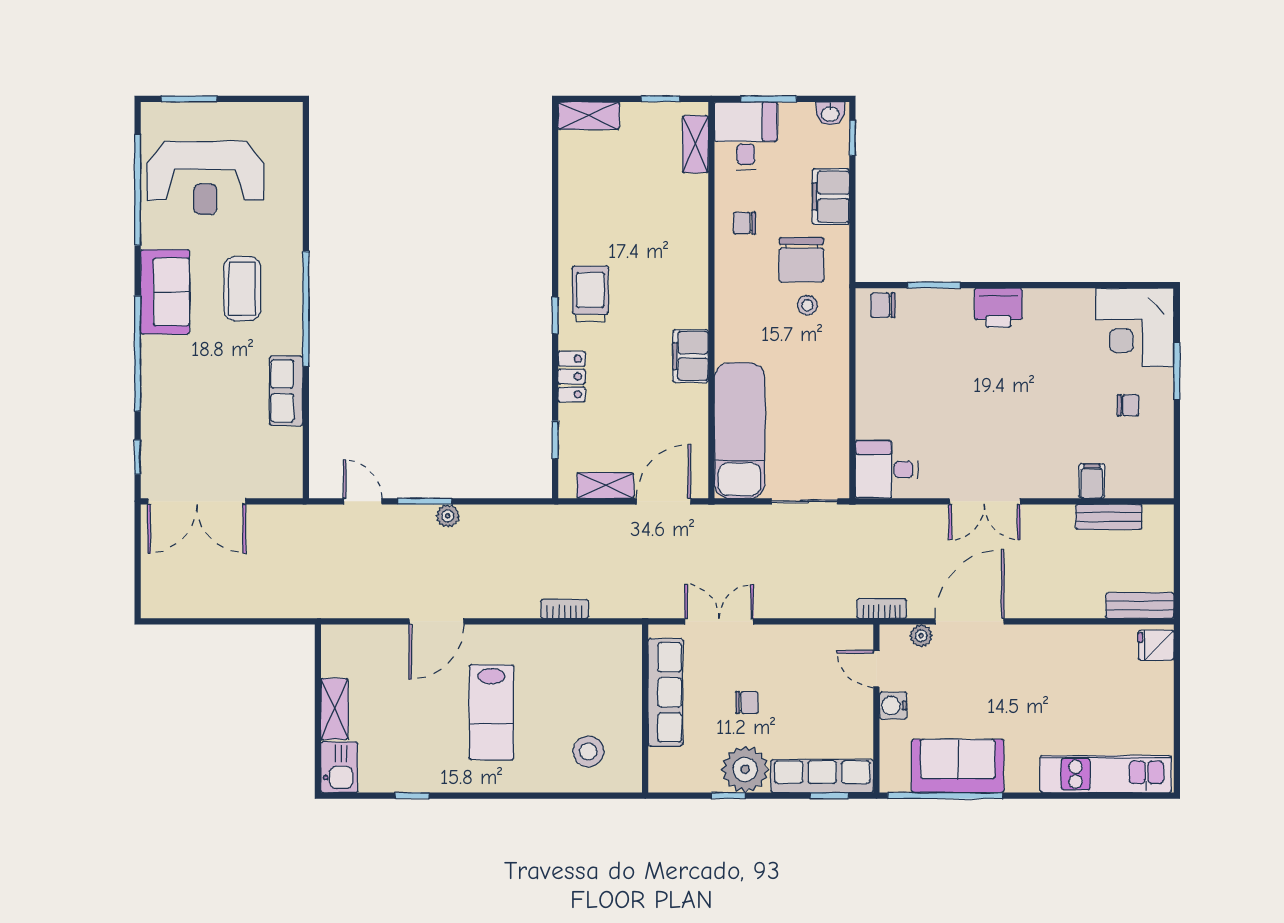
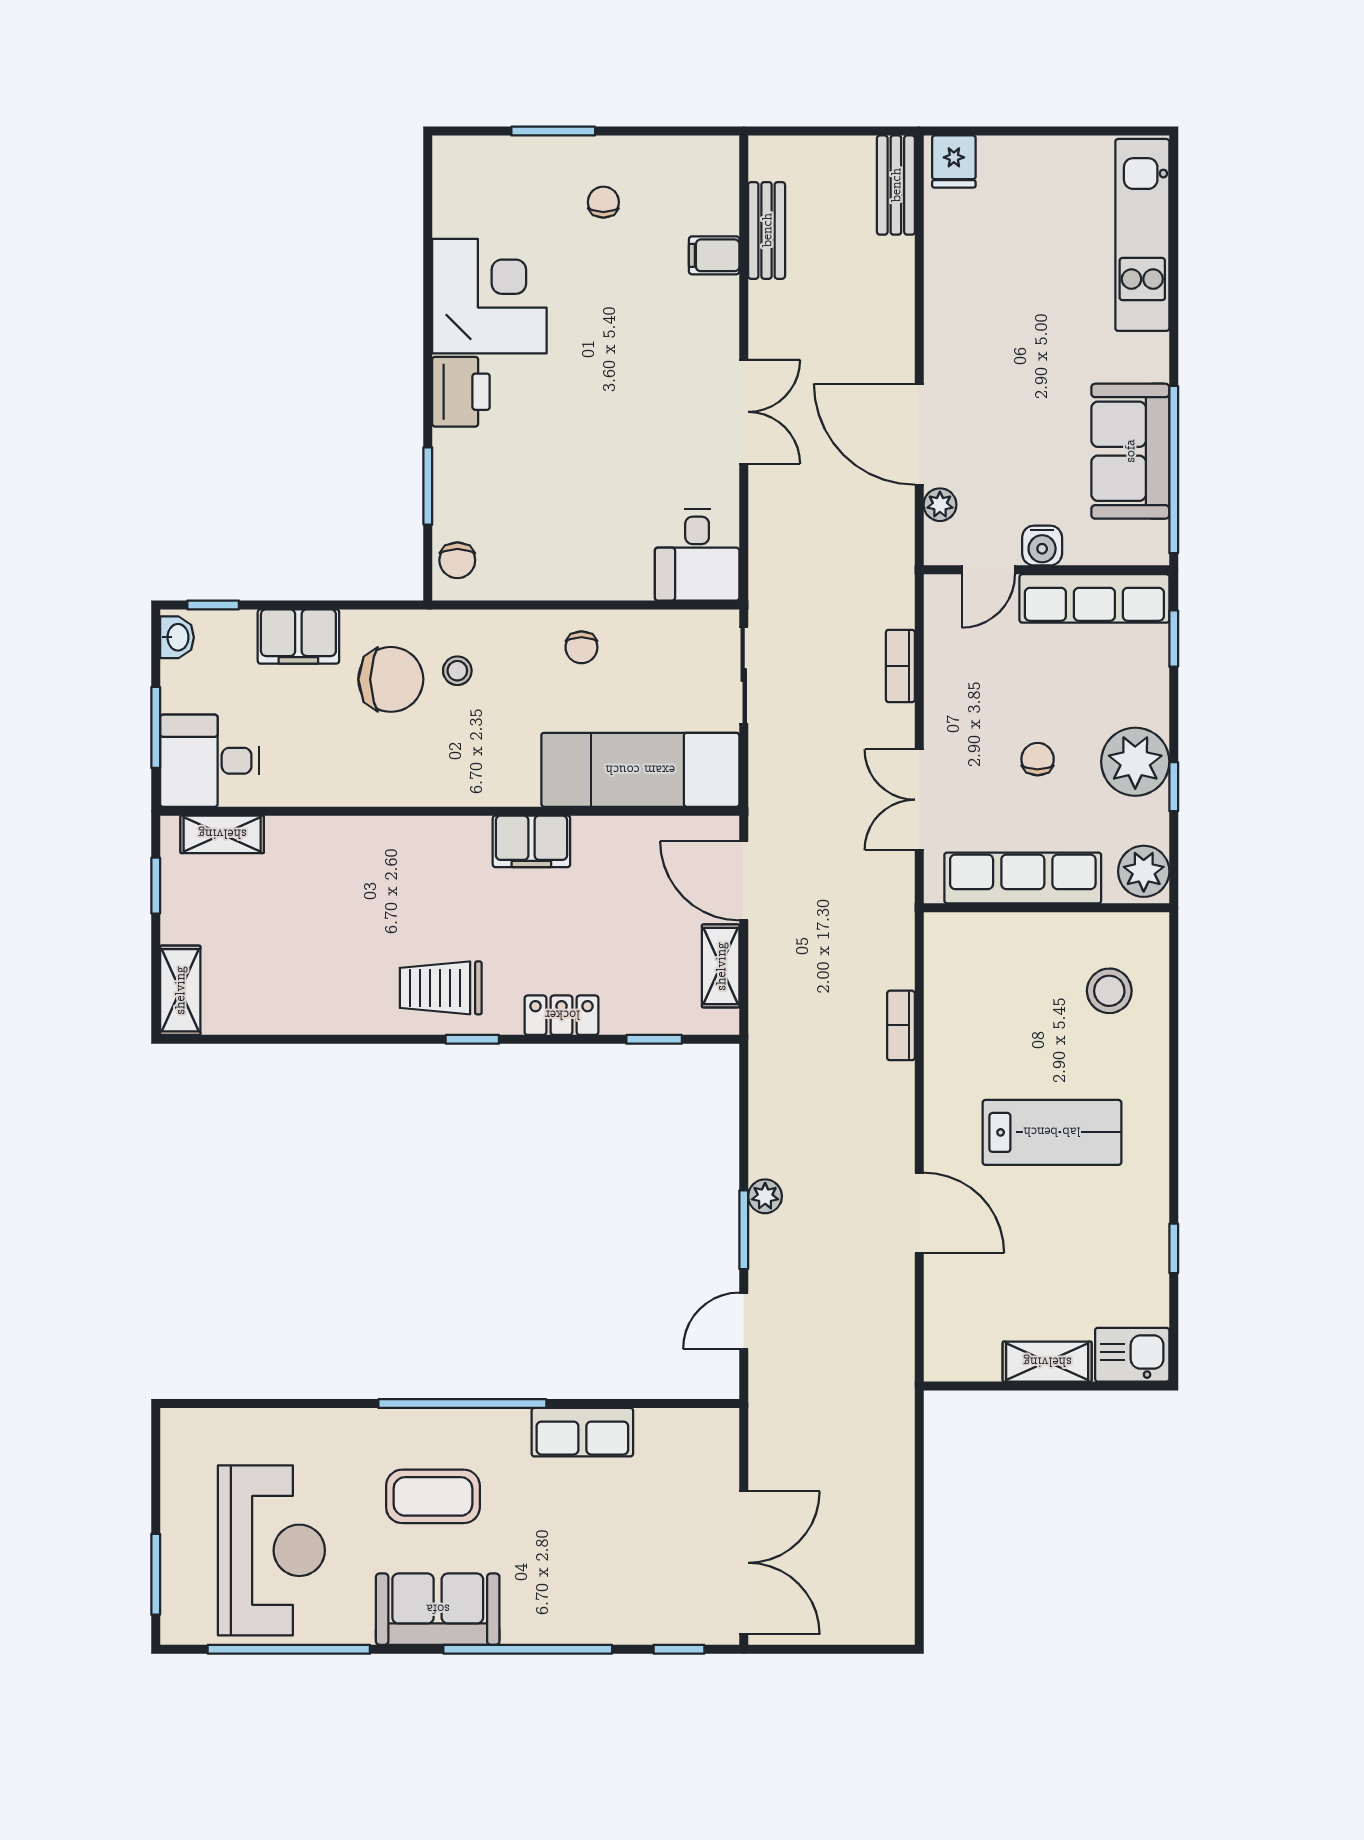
chair: (744, 223) -> (581, 647), moved
corner desk: (1135, 327) -> (489, 296), moved, turned -90
bookcase: (882, 609) -> (900, 666), moved
plant: (670, 775) -> (1144, 871), added
row of seats: (822, 776) -> (1094, 598), moved, turned -90

